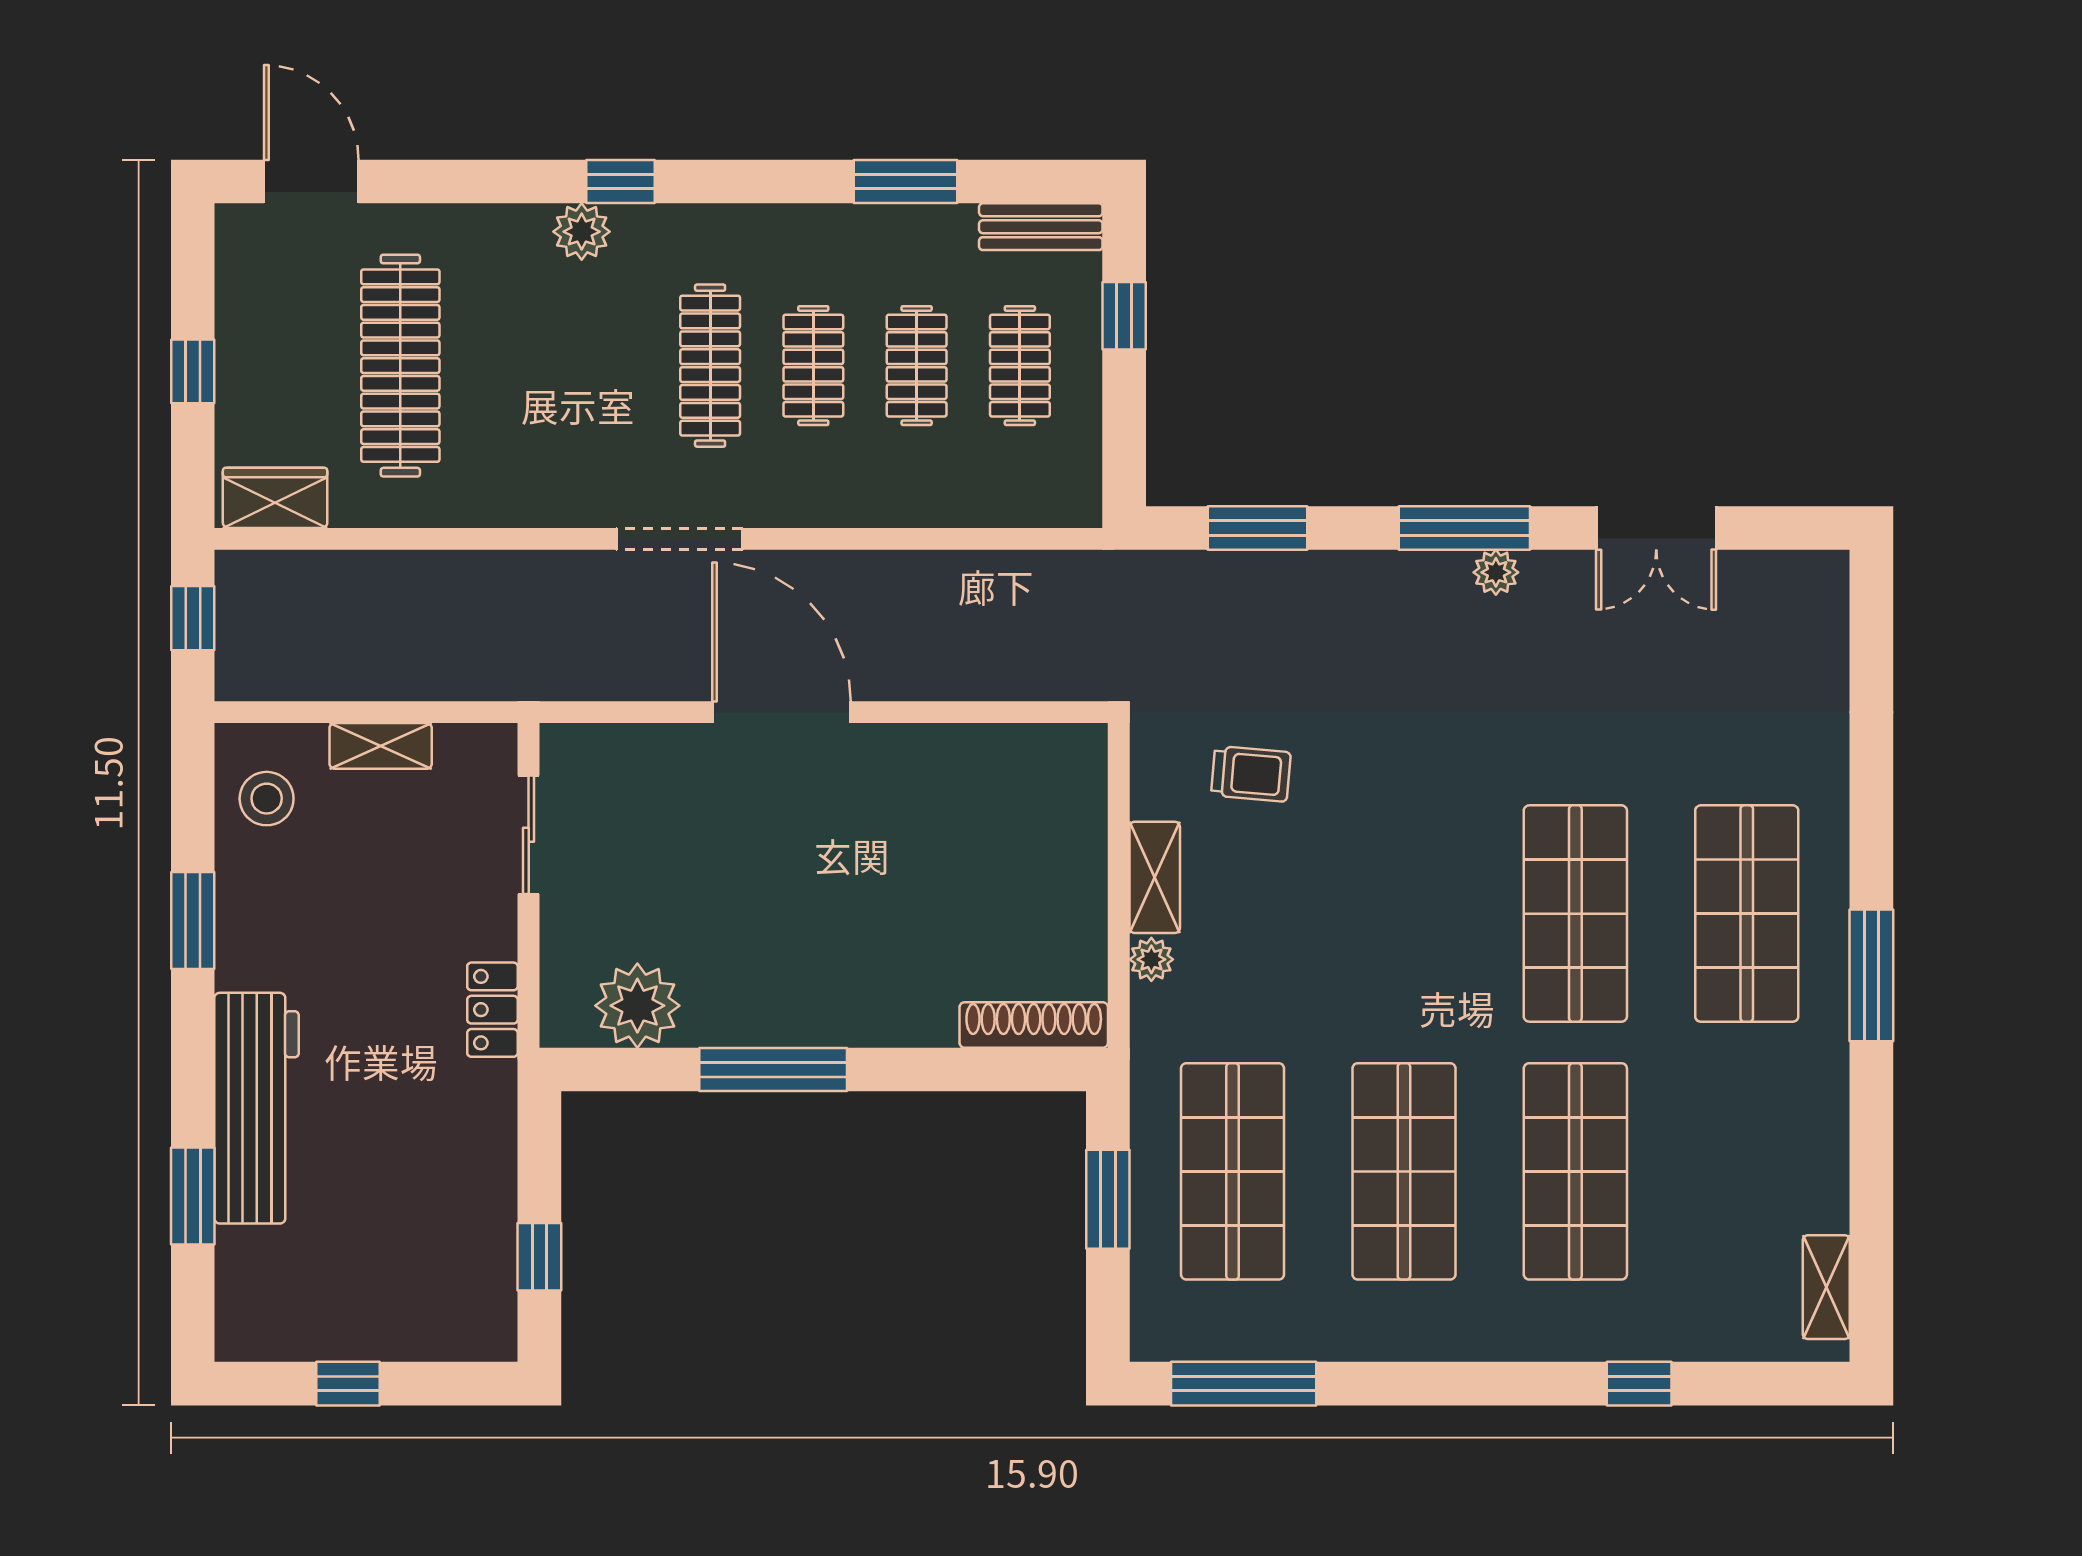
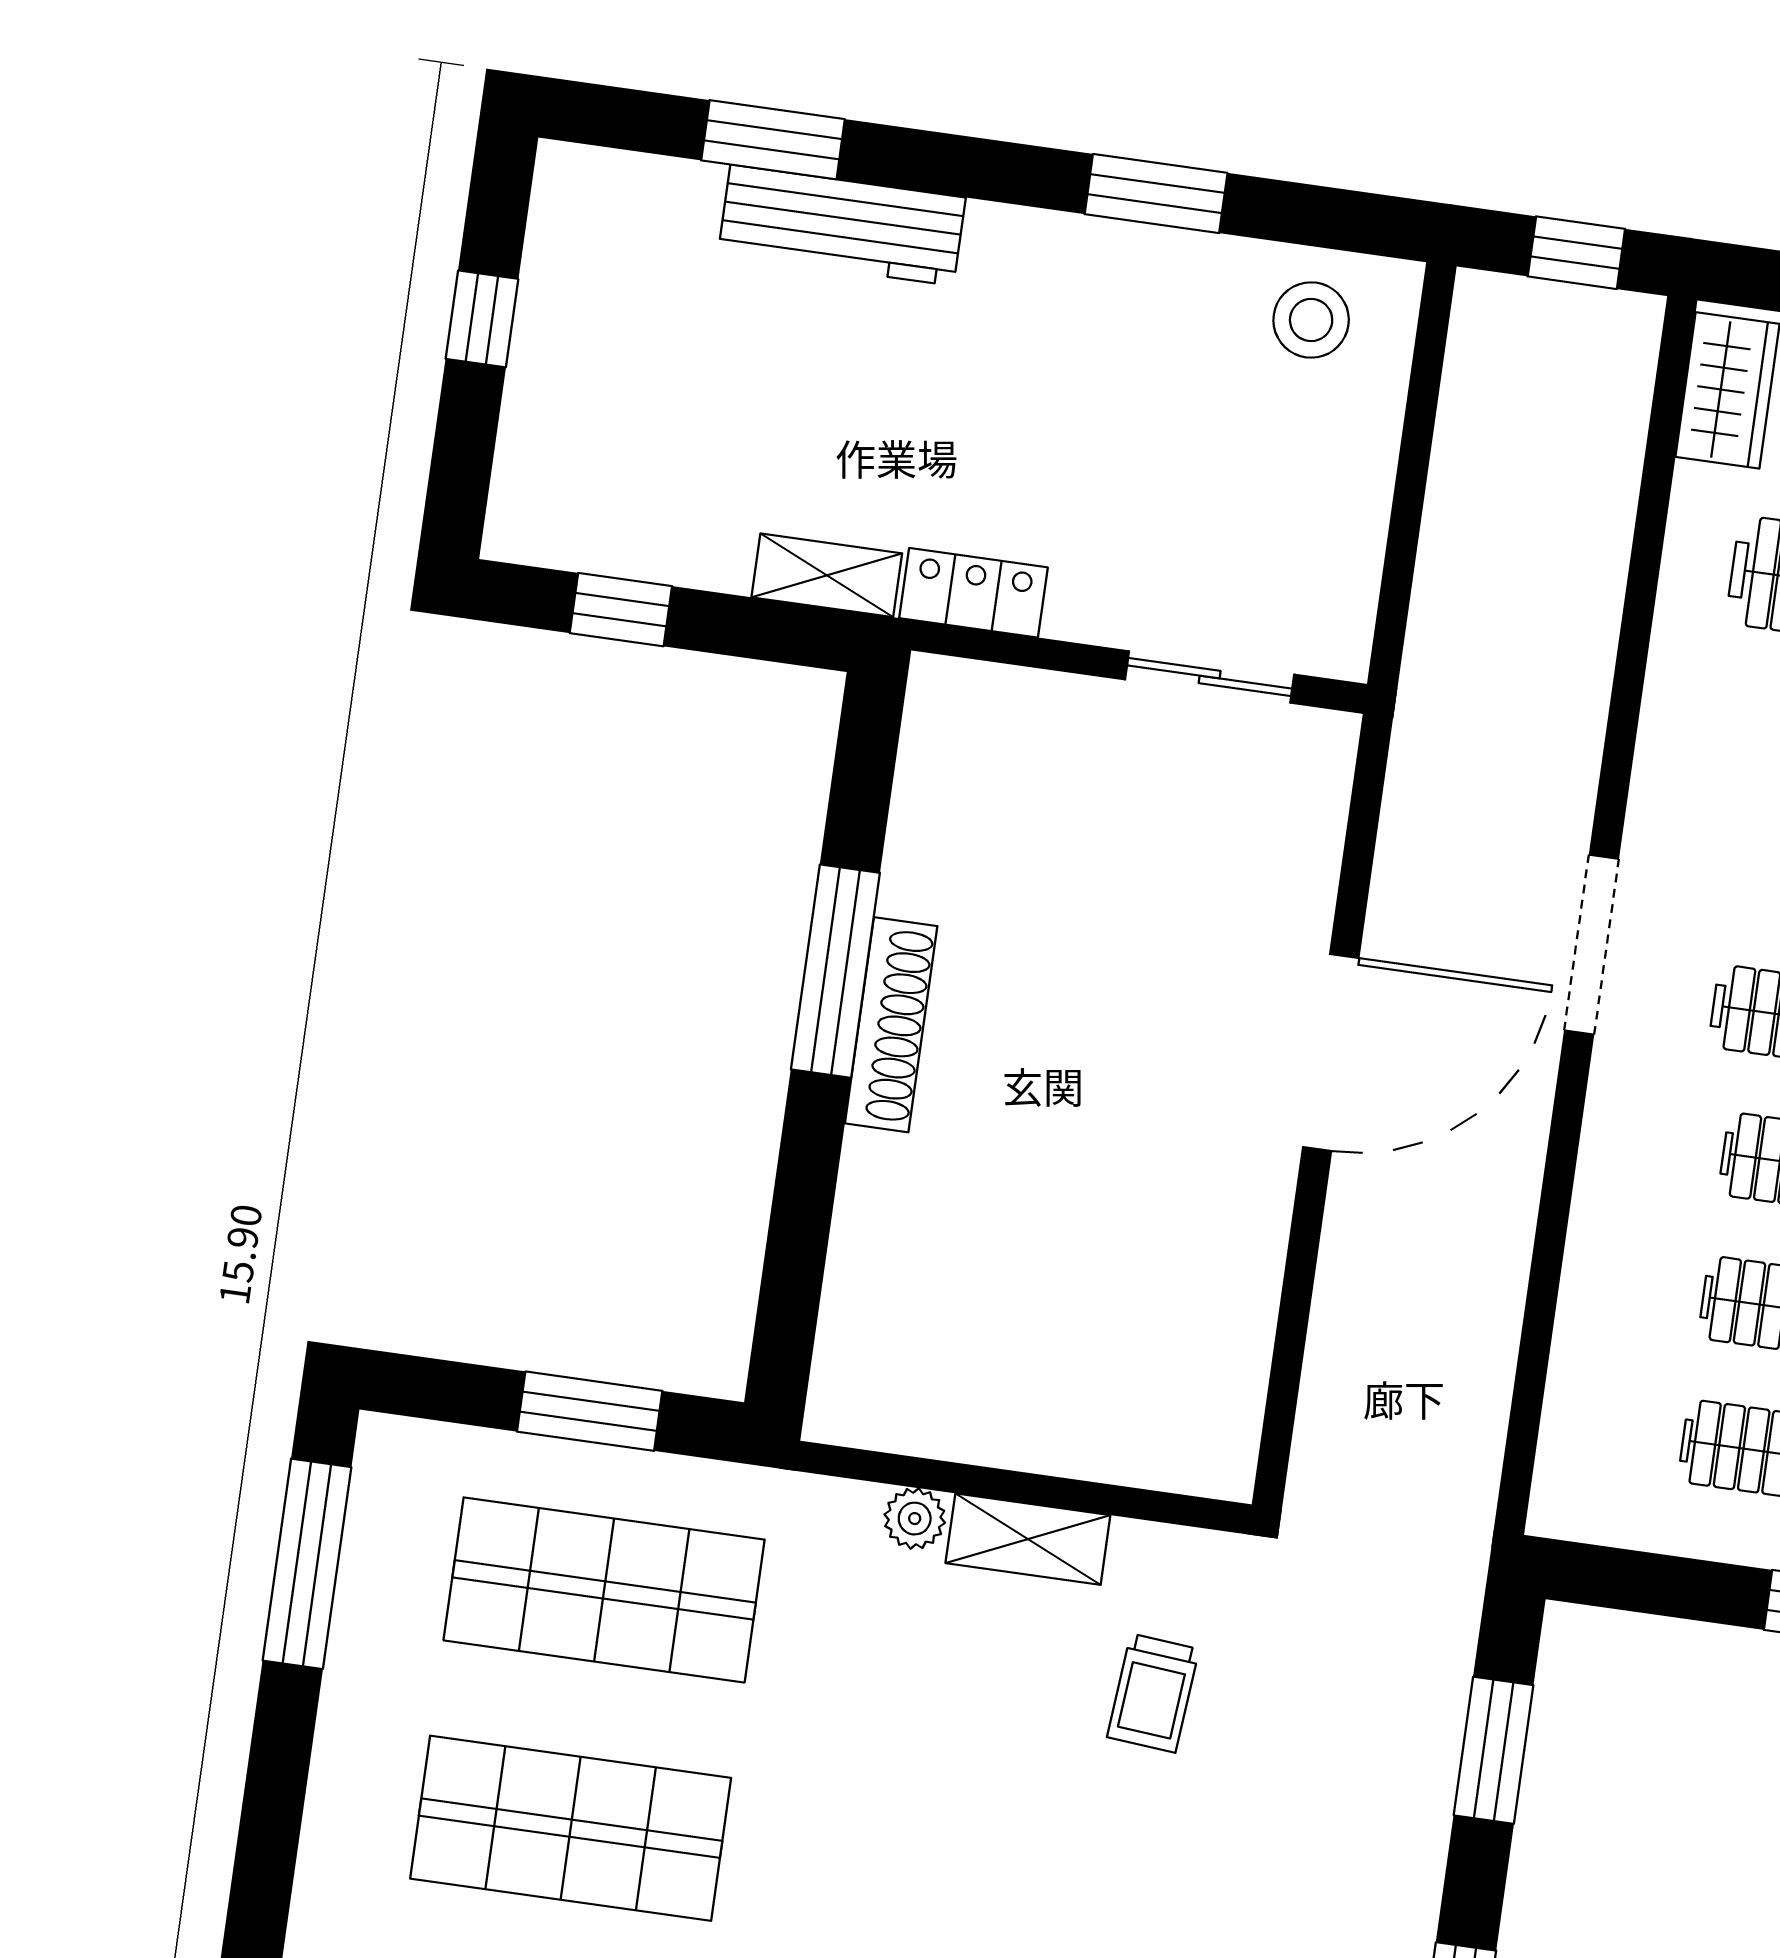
shelving: (381, 746) -> (827, 575), moved, turned 90
plant: (637, 1006) -> (951, 795), removed
shoe rack: (1034, 1025) -> (891, 1025), moved
workbench: (257, 1108) -> (842, 225), width x0.73, depth x0.76

